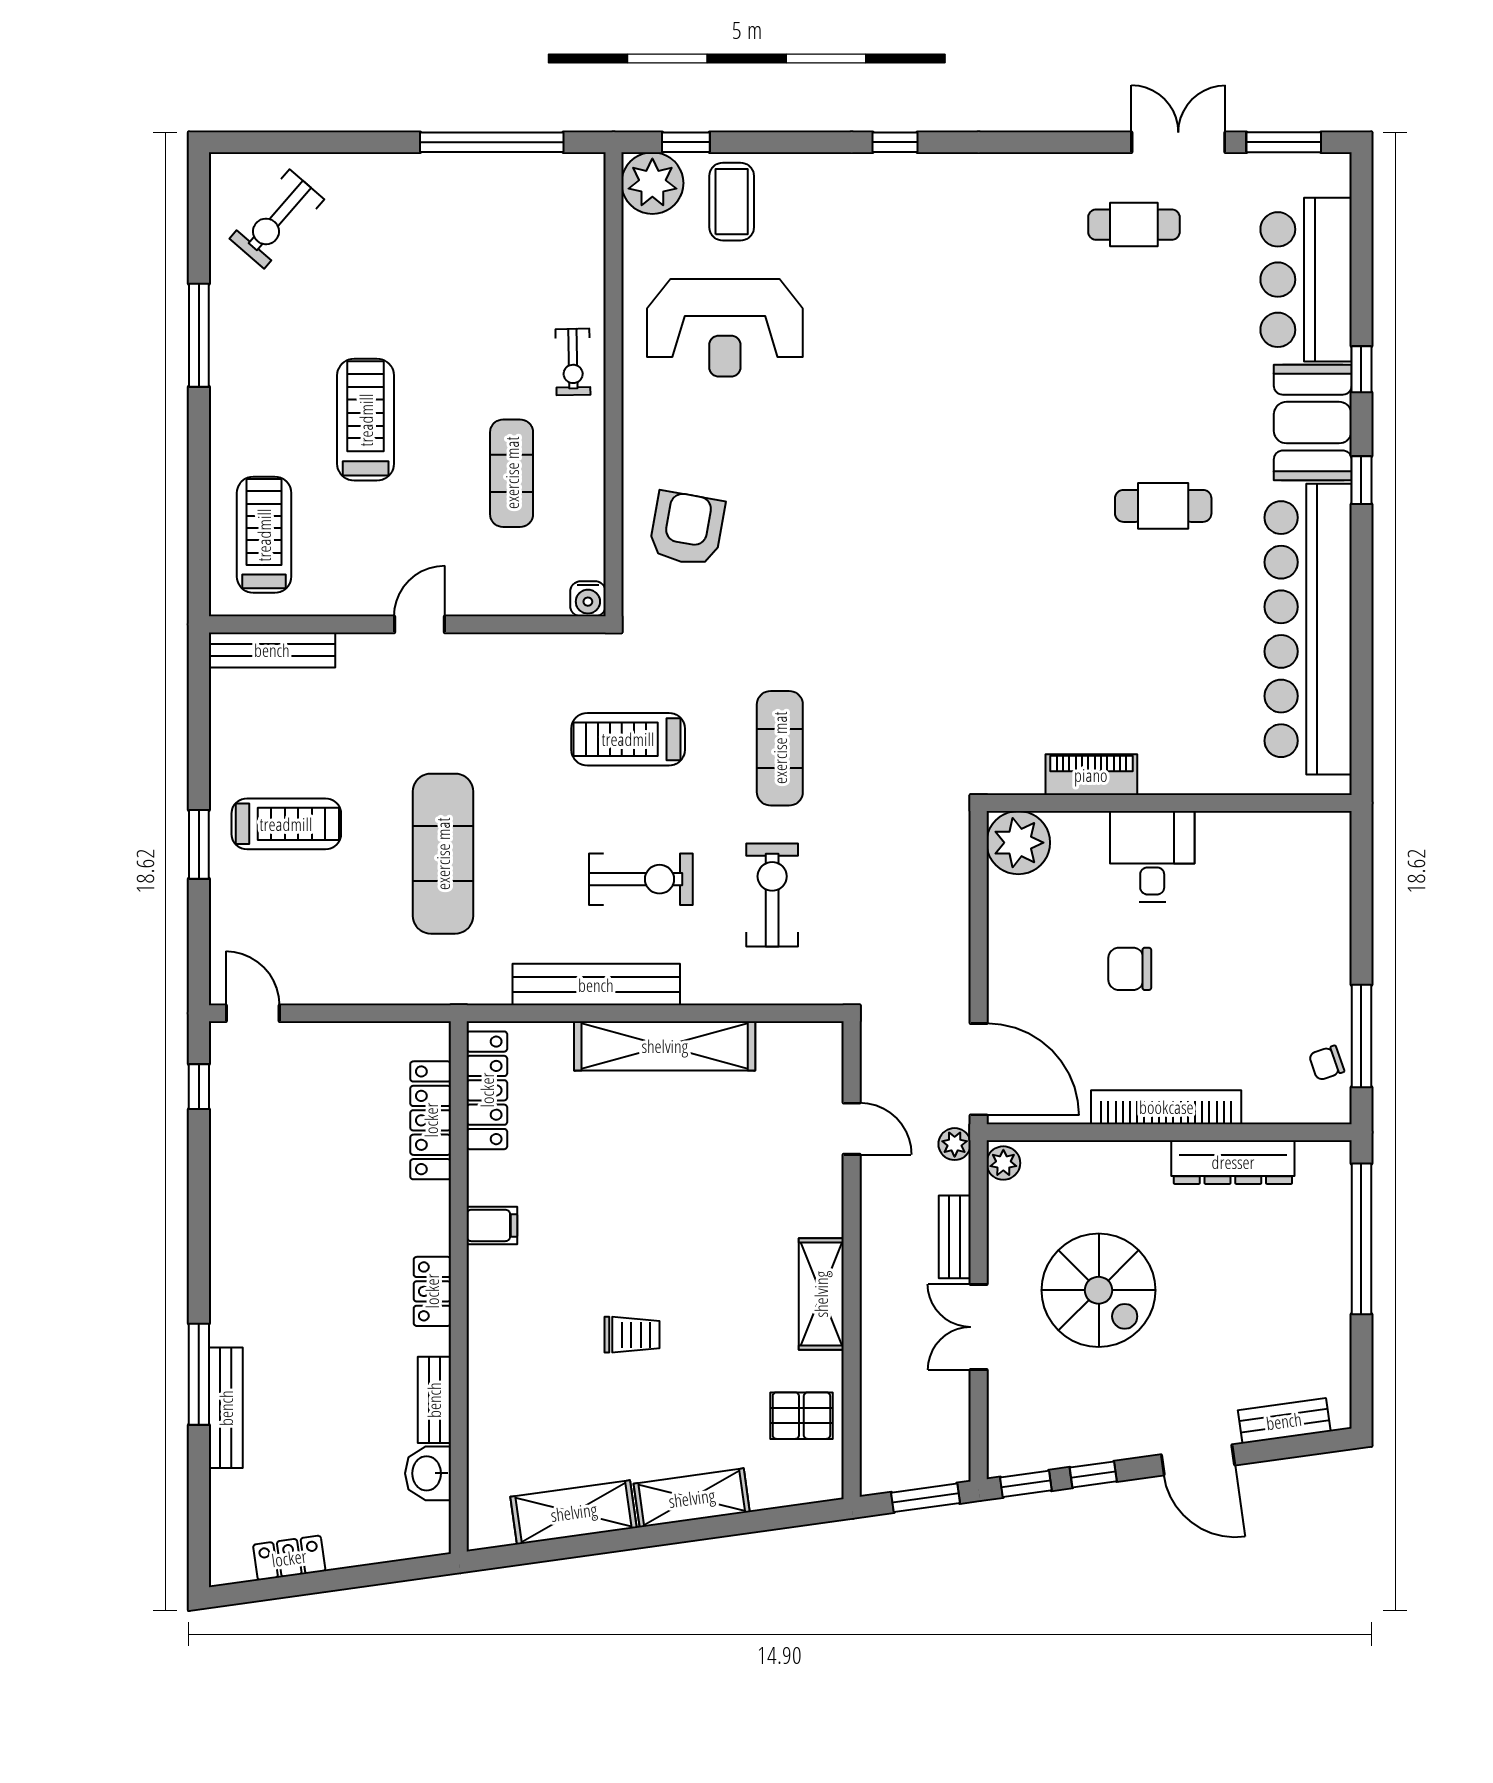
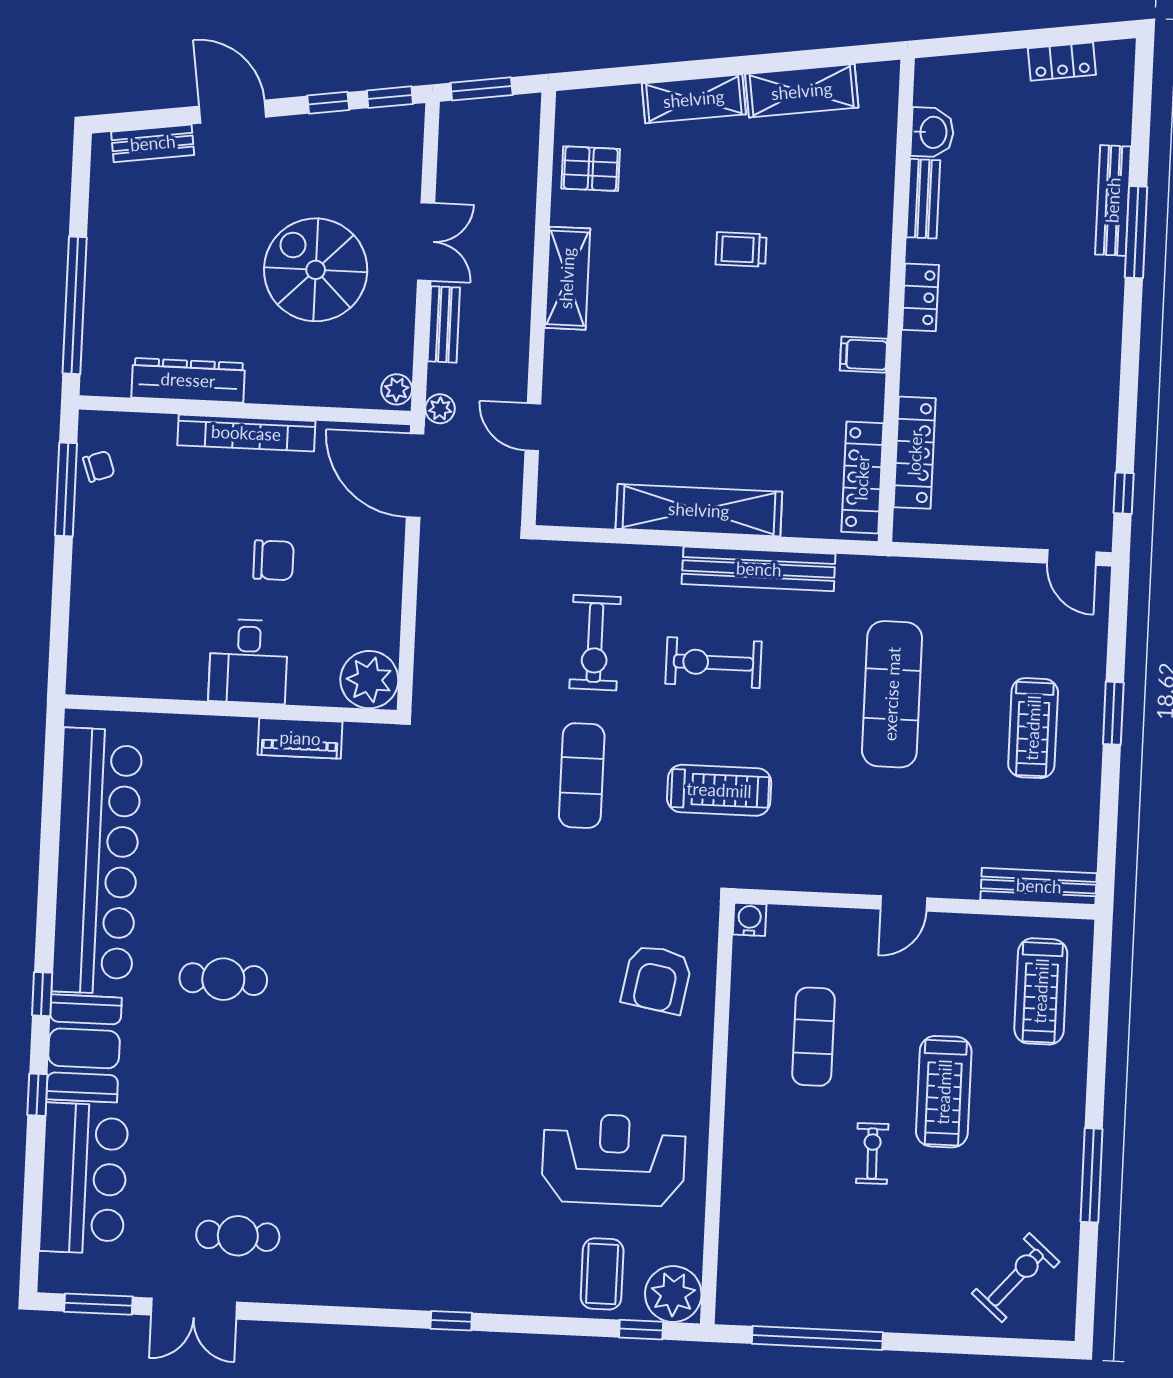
exercise bike: (573, 362) -> (872, 1154), moved
treadmill: (286, 824) -> (1033, 728), turned -90

